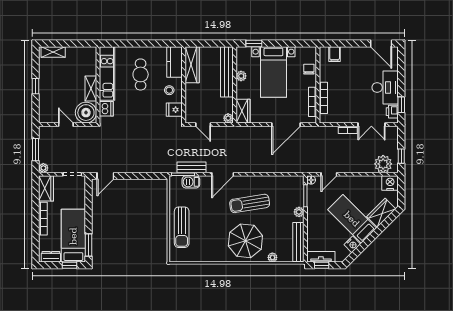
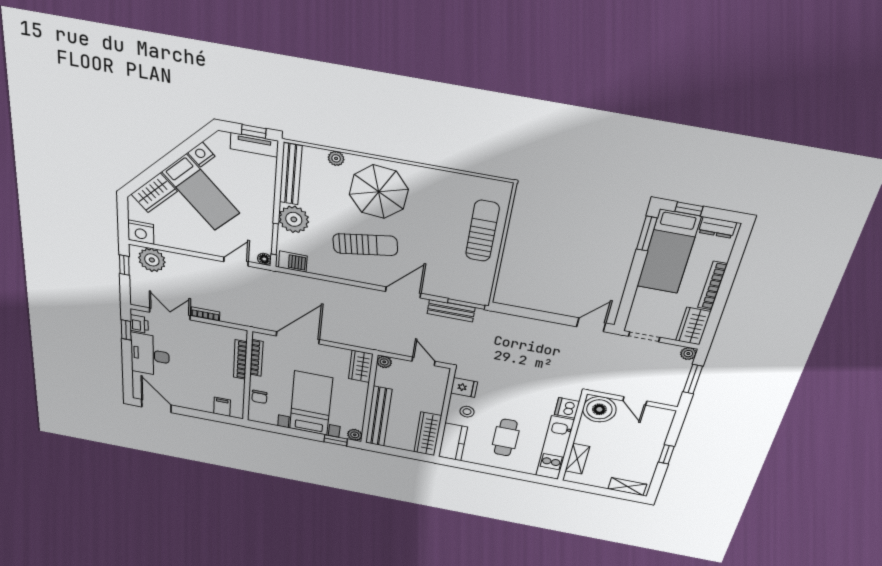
plant: (241, 76) -> (355, 435), moved
shelving: (91, 88) -> (577, 459), moved
barbecue: (191, 182) -> (293, 262), moved
plant: (299, 212) -> (294, 219), width x1.87, depth x1.87

